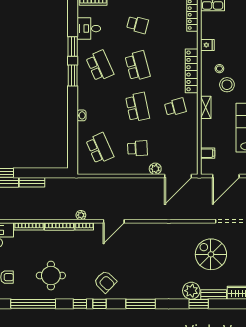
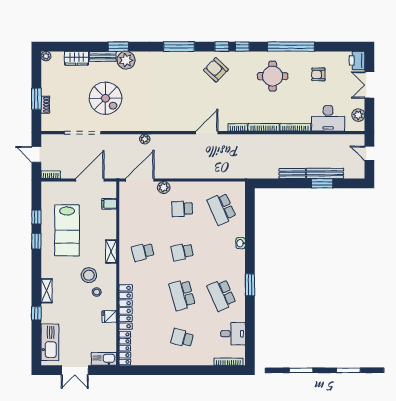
window: (73, 46) -> (250, 315), removed
locker: (192, 71) -> (126, 307), moved
school desk: (137, 107) -> (182, 252), width x0.54
plant: (81, 215) -> (145, 139), moved

